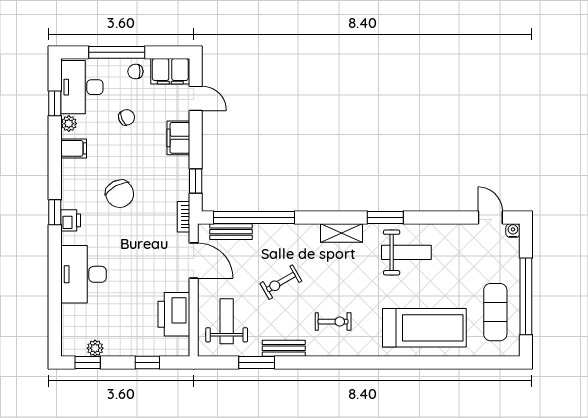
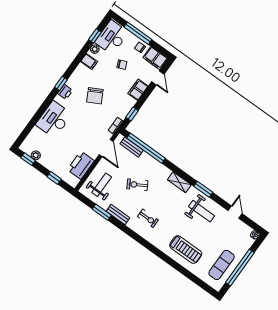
door: (490, 217) -> (235, 212), moved
treadmill: (424, 328) -> (186, 250), width x0.73, depth x0.73

